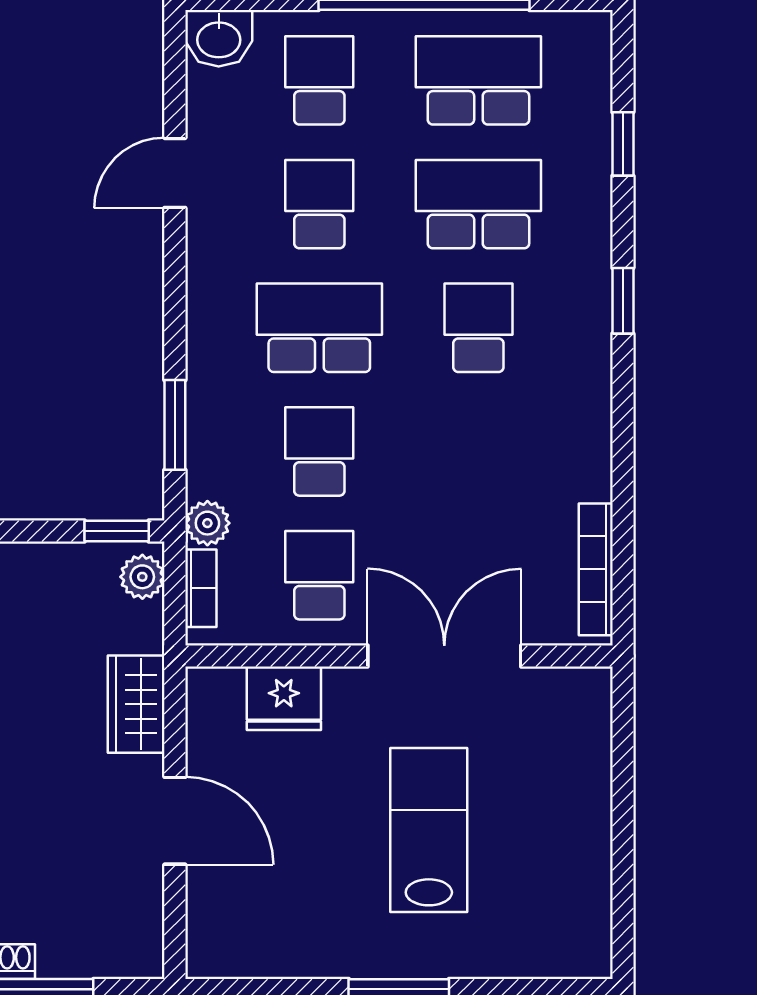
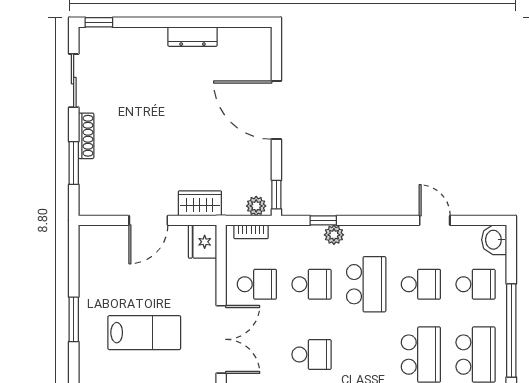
school desk: (478, 328) -> (312, 355), moved
window: (175, 425) -> (323, 220), width x0.67
plant: (207, 523) -> (334, 235), moved
fridge: (284, 698) -> (202, 242), moved

